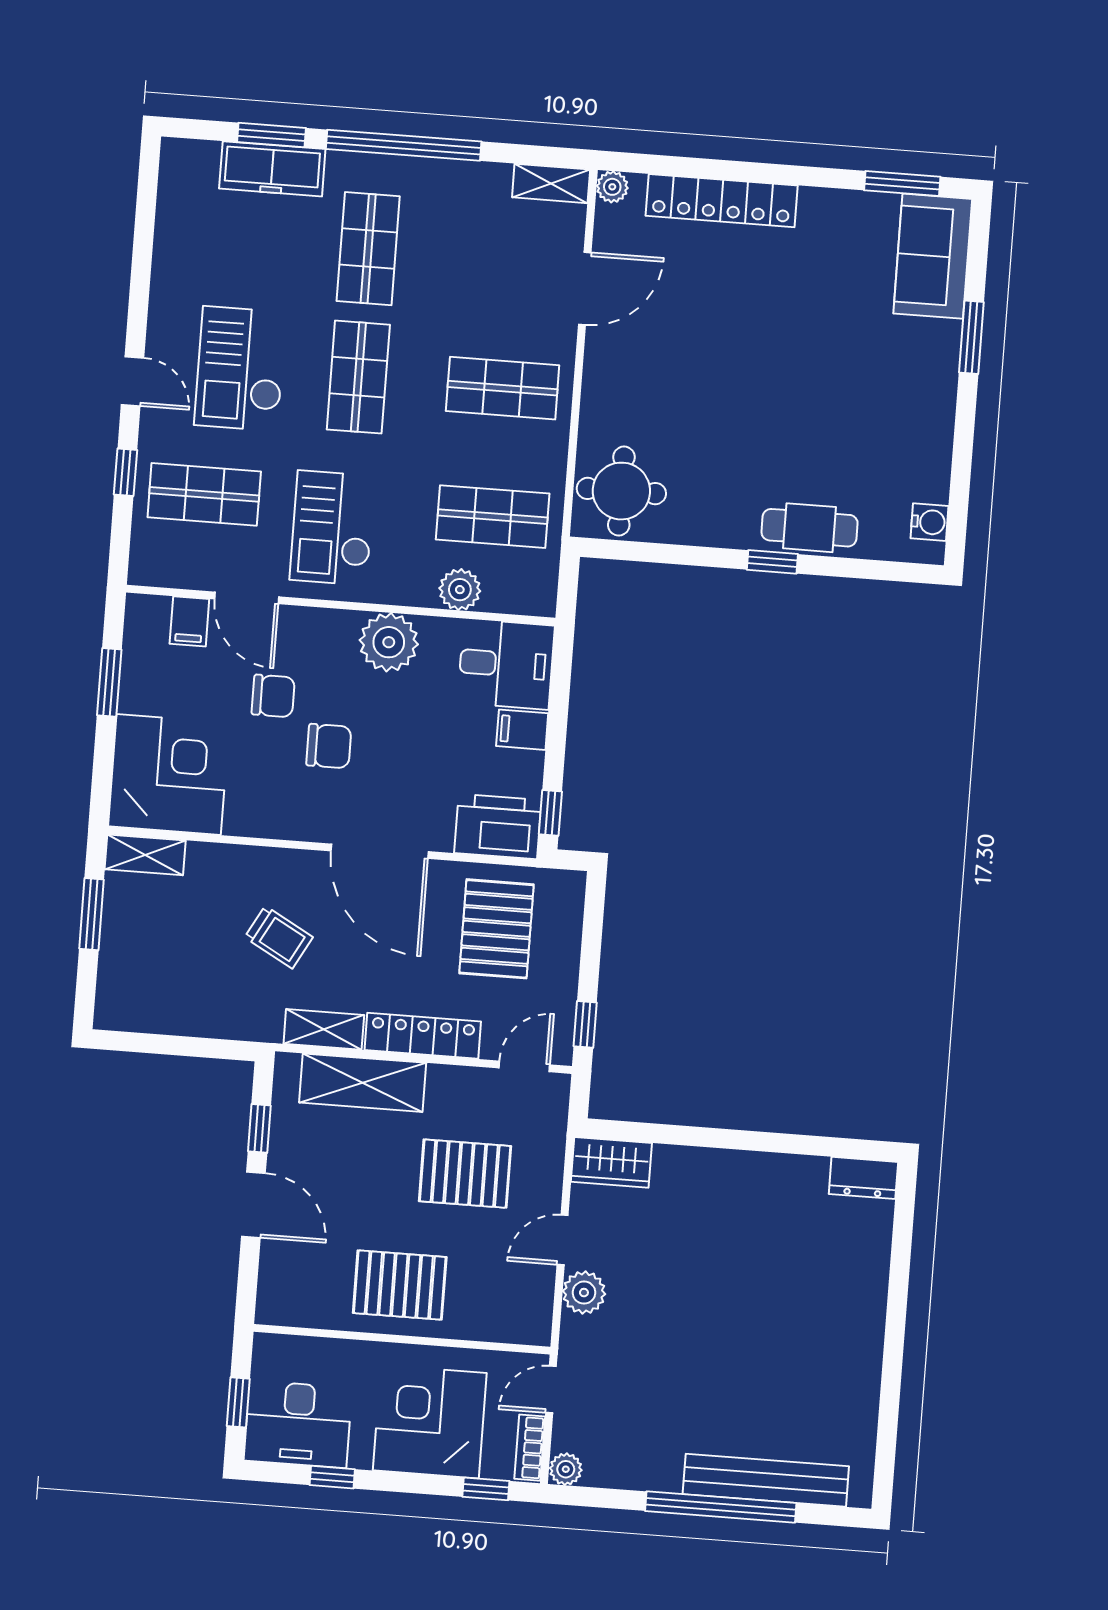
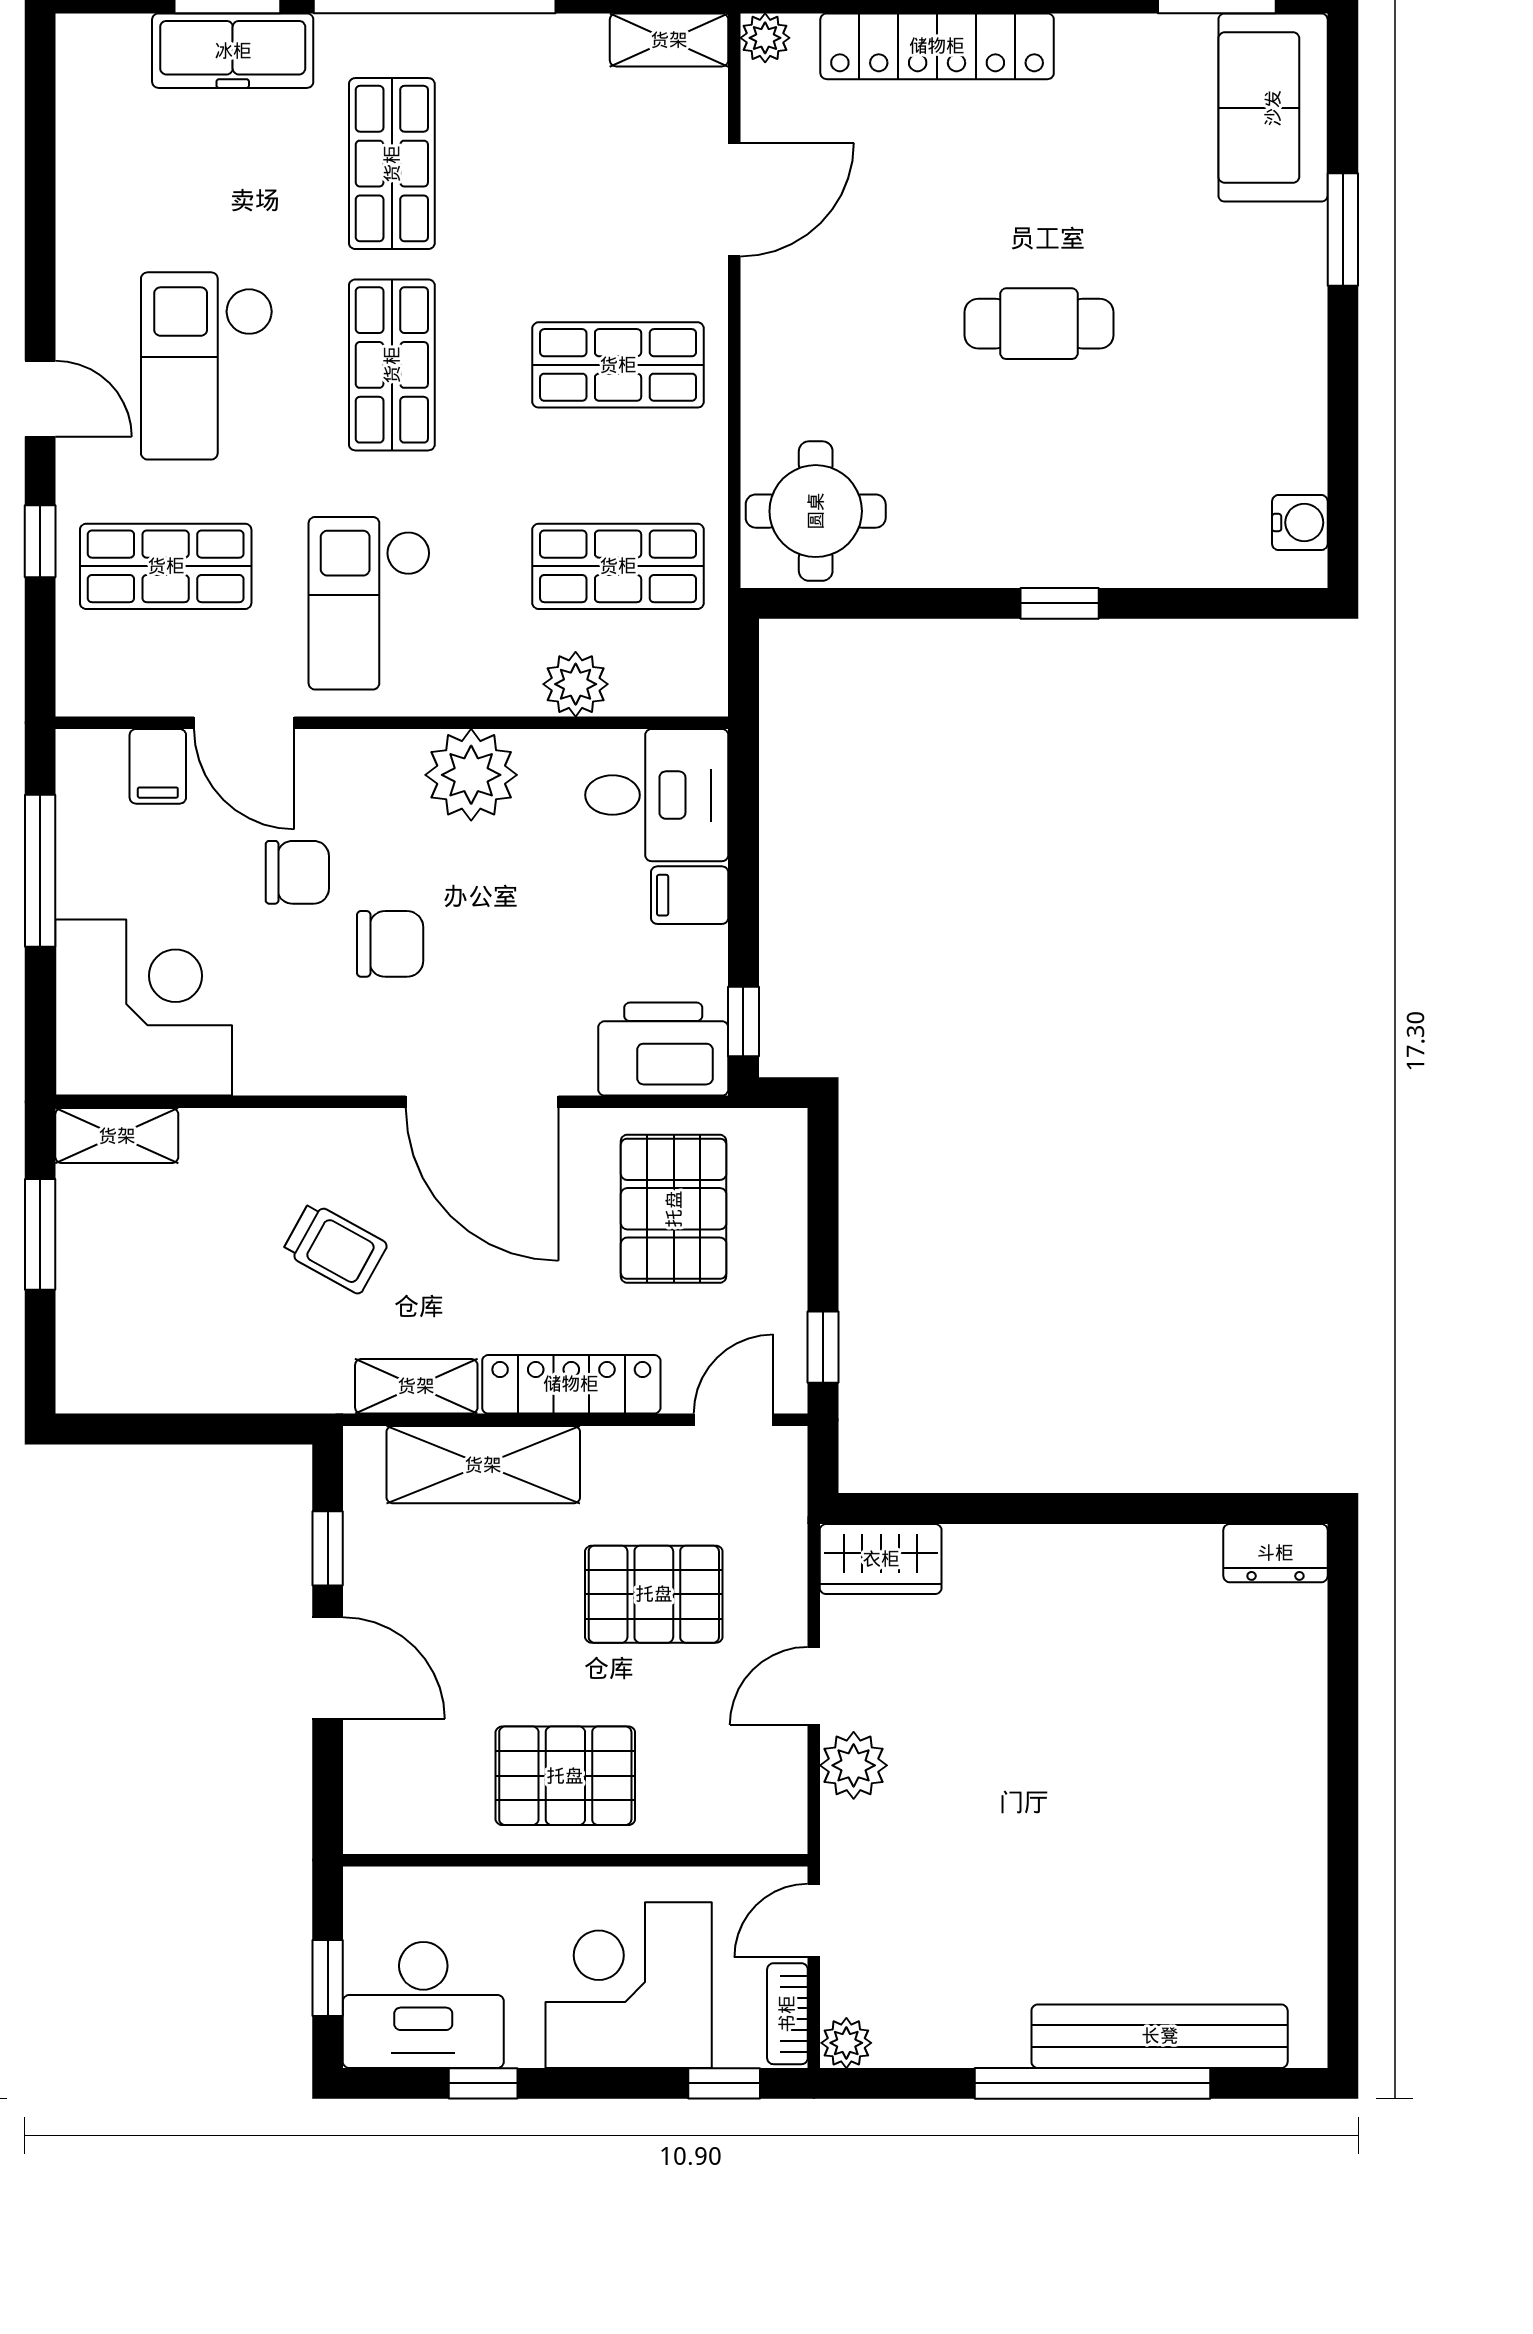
cafe table: (810, 528) -> (1039, 324), moved
window: (109, 682) -> (40, 871), width x1.44

